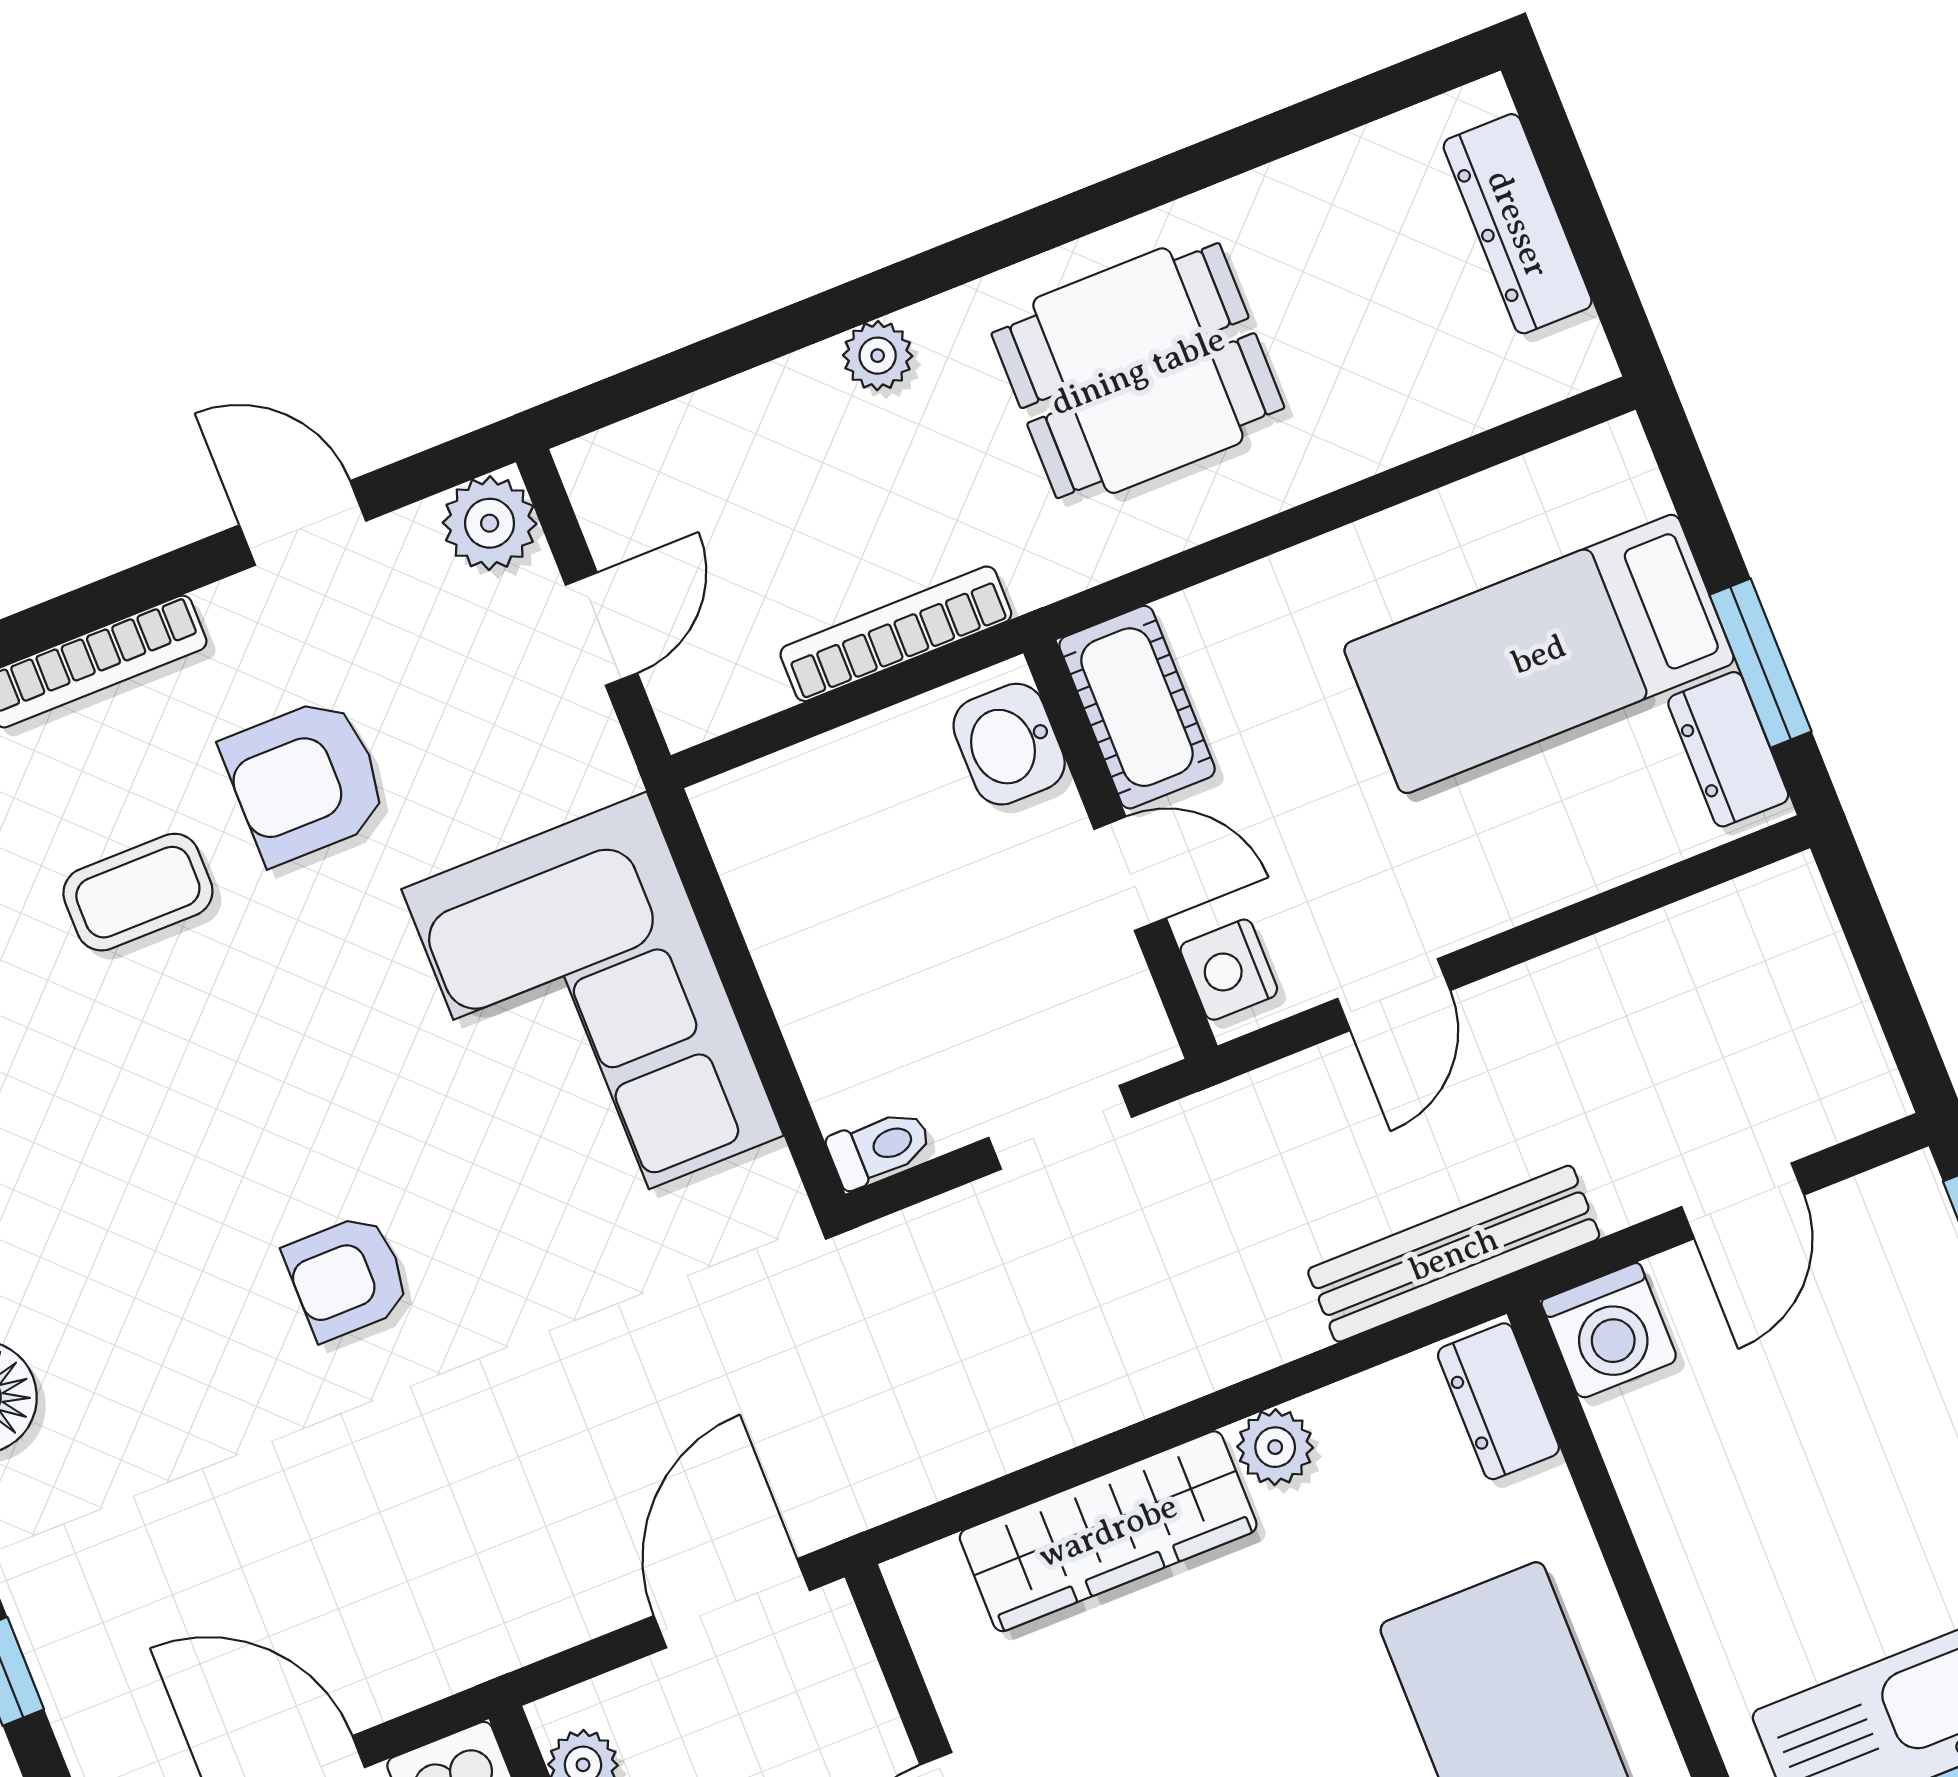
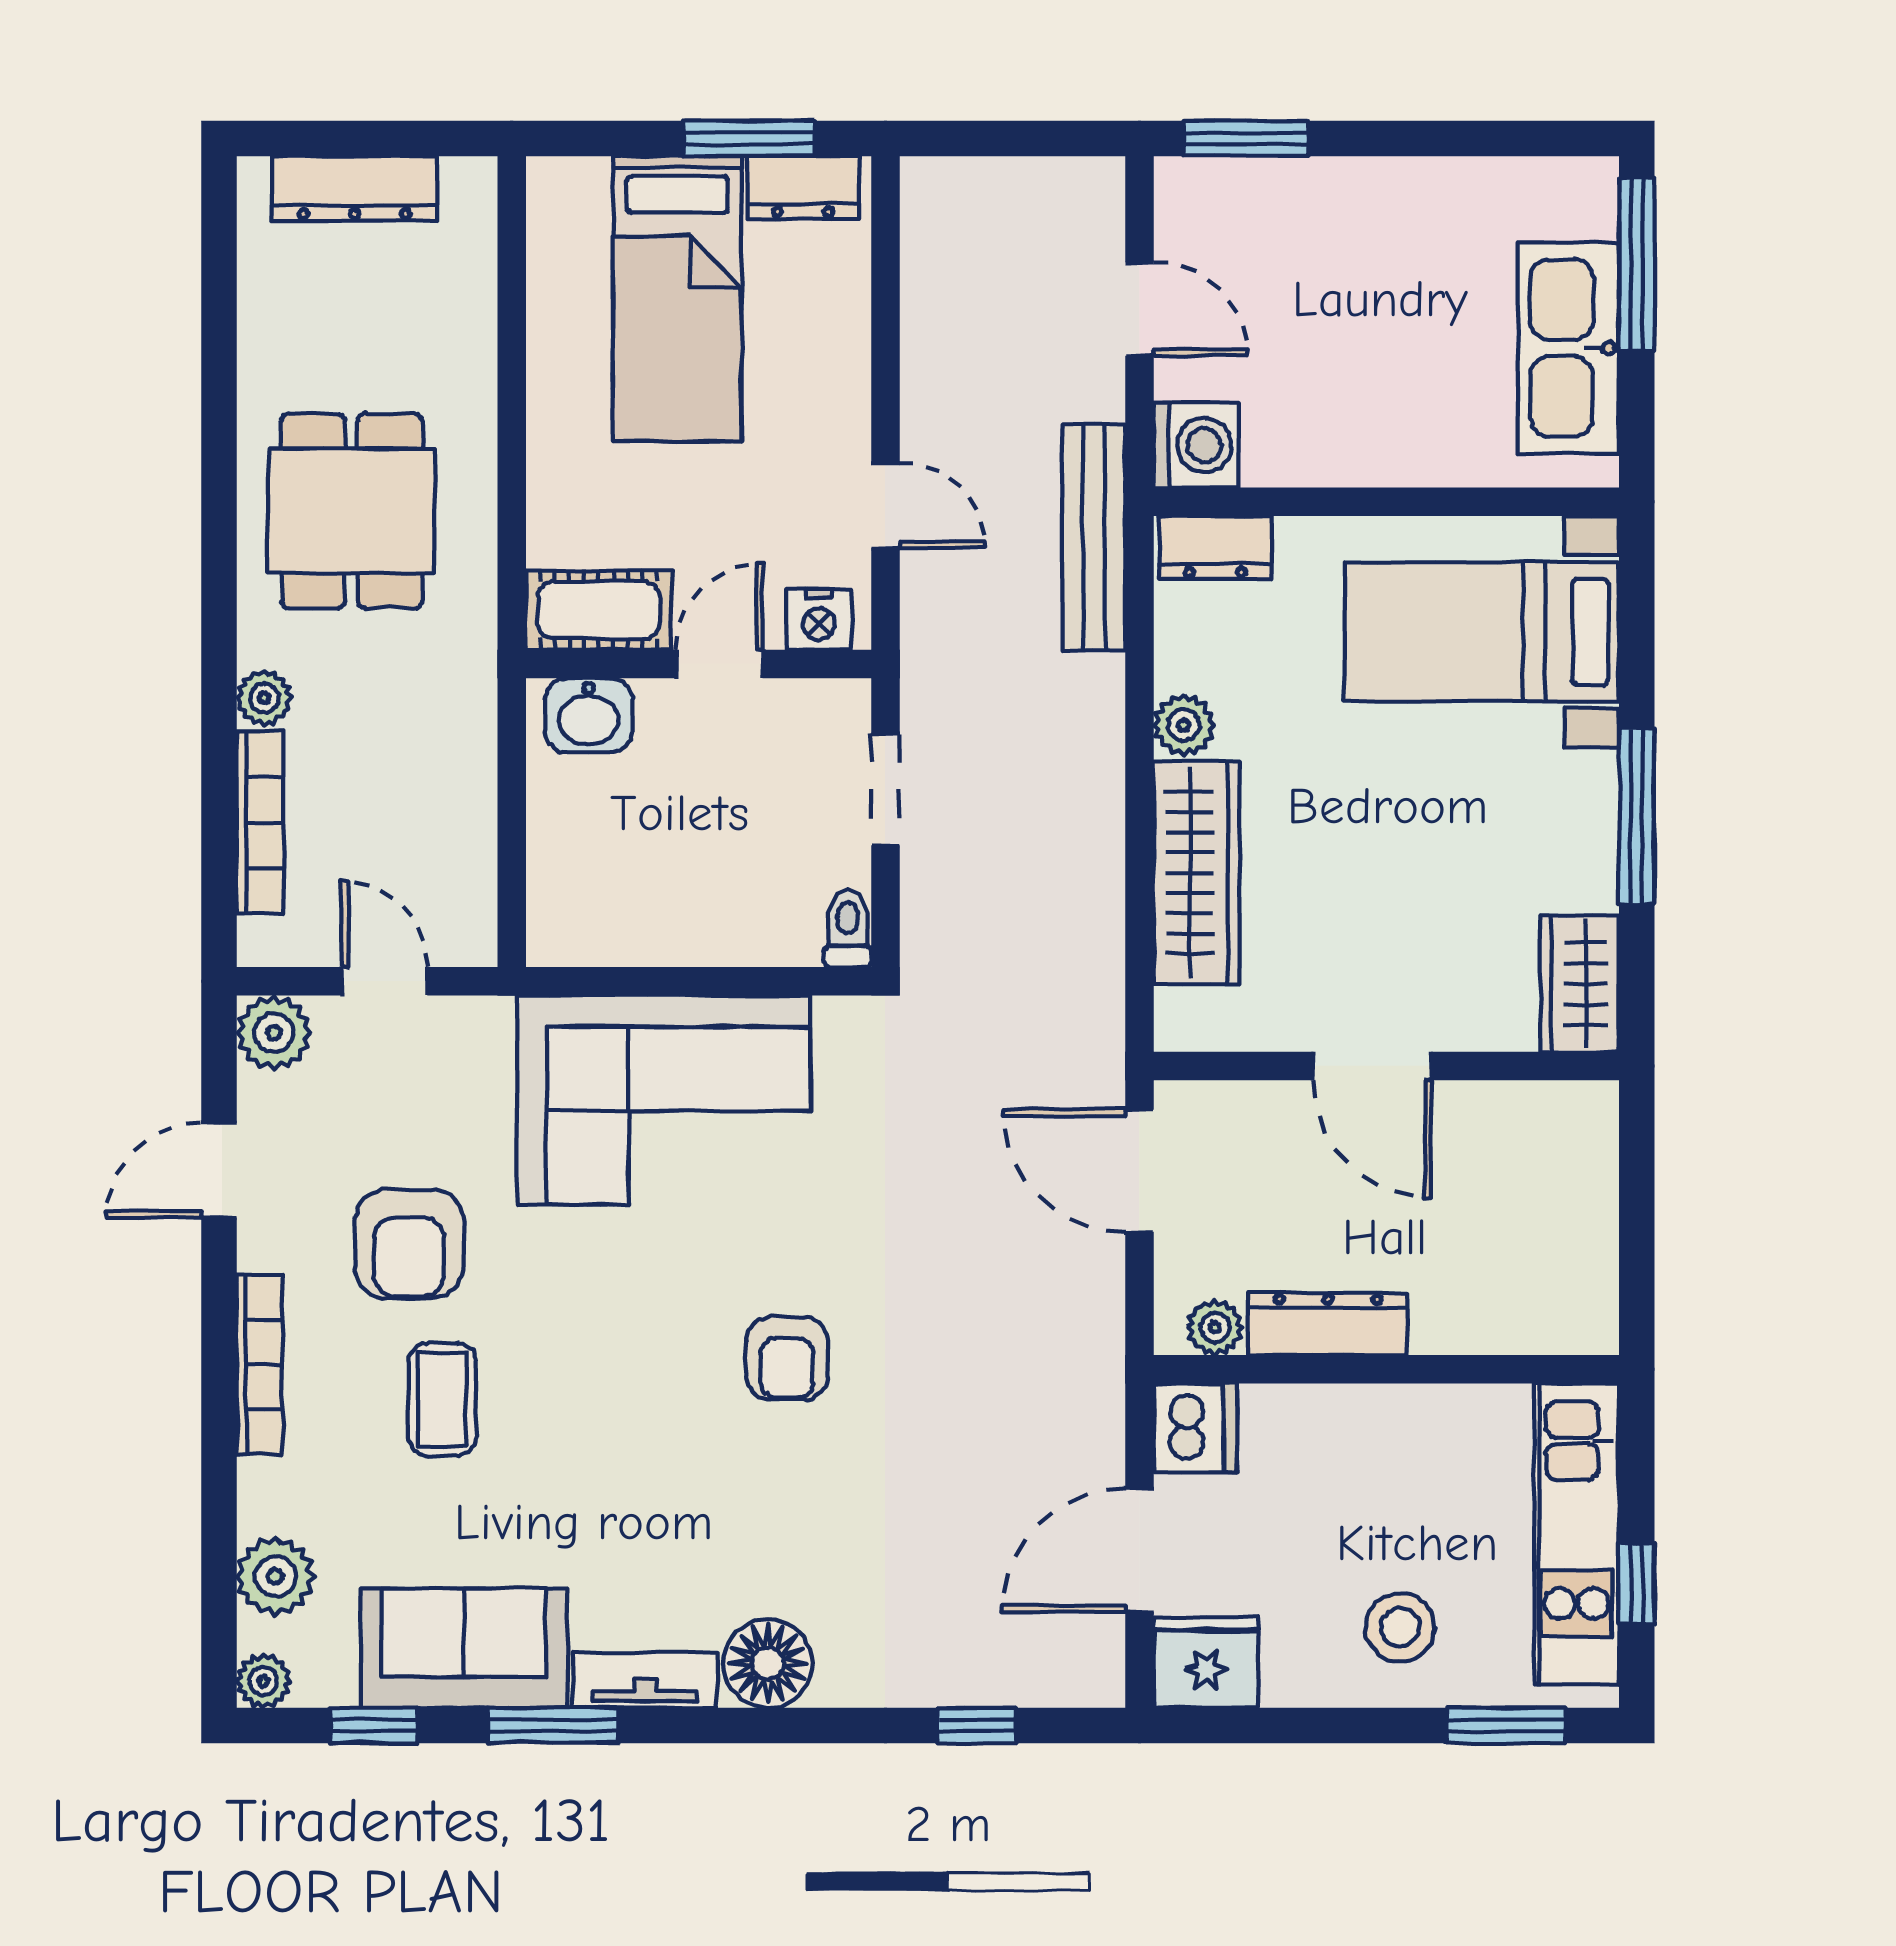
bookcase: (896, 634) -> (260, 823), moved, turned 180

